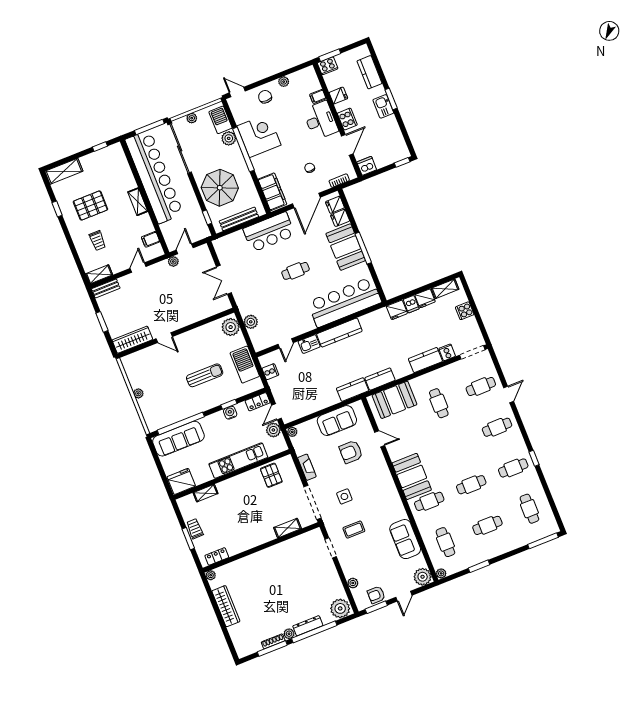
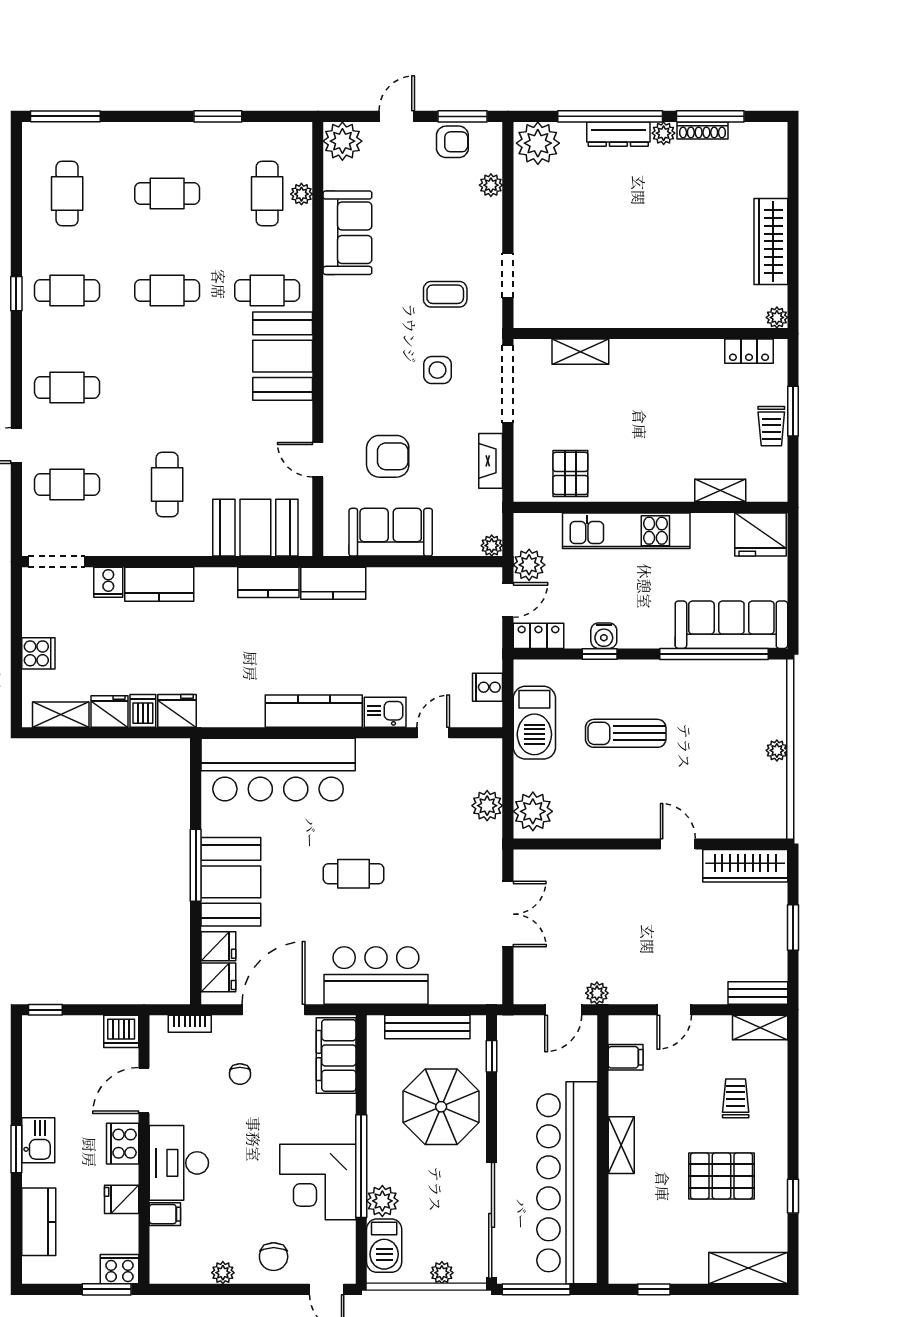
plant: (441, 573) -> (301, 194), moved

